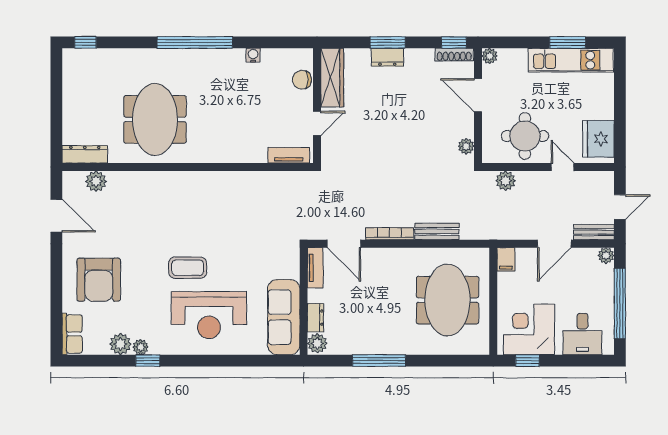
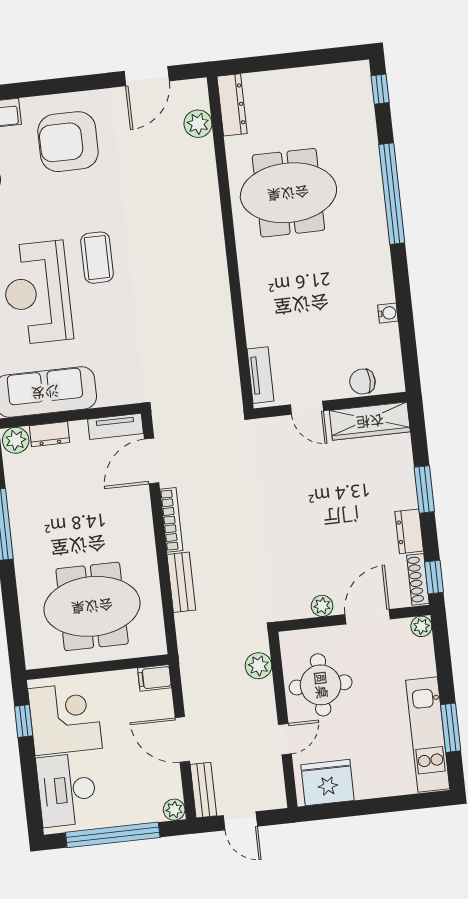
window: (195, 42) -> (392, 194), moved
dresser: (387, 57) -> (409, 531), moved
chair: (302, 80) -> (362, 382), turned -90
plant: (466, 146) -> (322, 606), moved
desk: (582, 334) -> (67, 790), width x1.37

